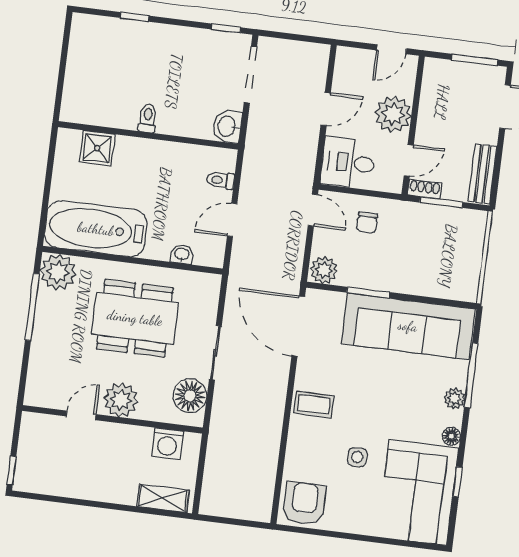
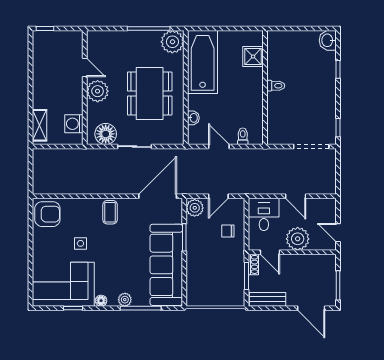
washbasin: (227, 126) -> (328, 40), moved, turned -90
door: (313, 210) -> (218, 196), moved

